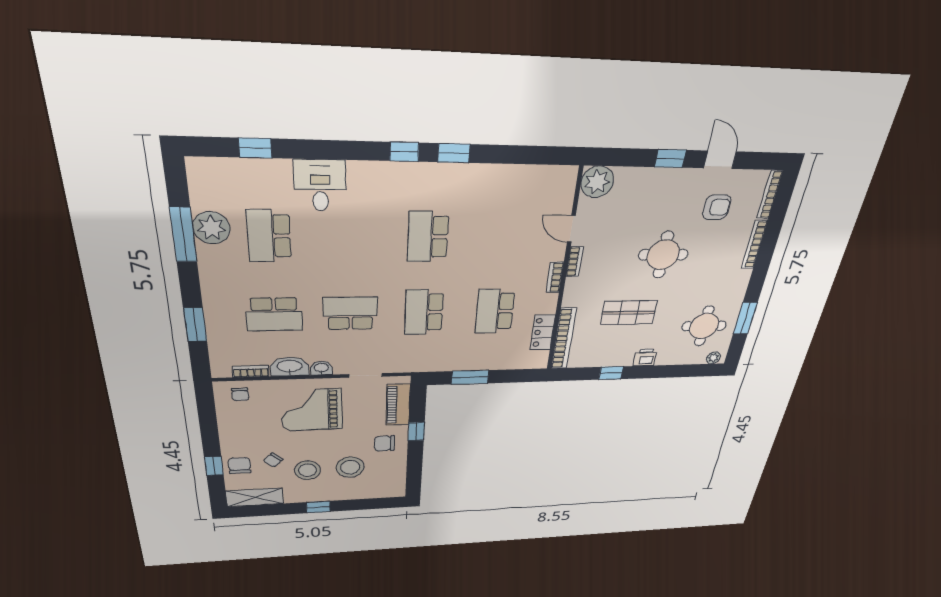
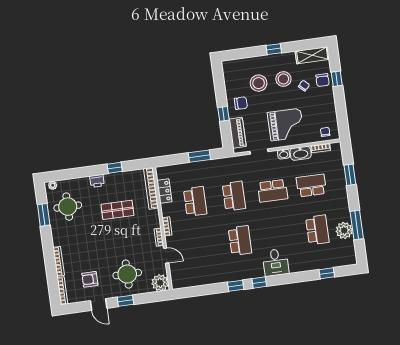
desk: (320, 186) -> (276, 262), moved
round table: (663, 255) -> (127, 274), moved

